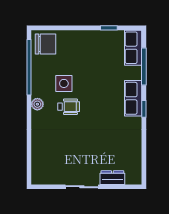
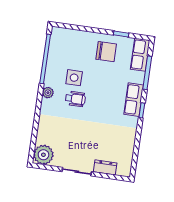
chair: (46, 44) -> (106, 52), moved
plant: (42, 173) -> (43, 155), added

